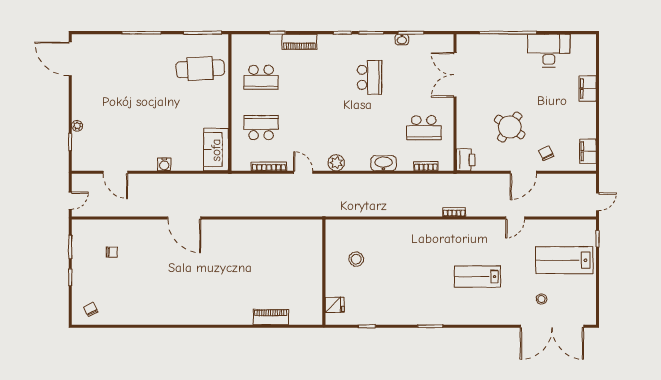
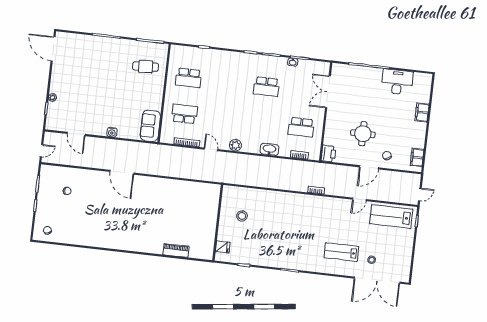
piano: (299, 42) -> (219, 55), removed
cafe table: (200, 69) -> (146, 67), width x0.73, depth x0.74
school desk: (370, 77) -> (266, 87), turned 90
round table: (510, 127) -> (363, 134), turned -35
lab bench: (564, 260) -> (391, 217), moved
lab bench: (477, 277) -> (341, 252), moved

